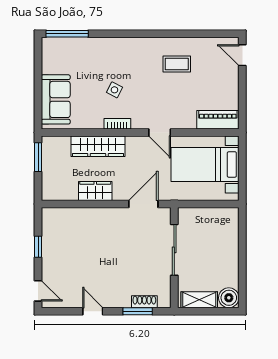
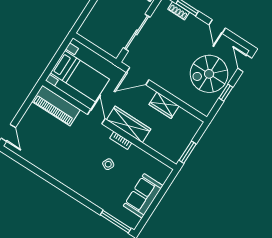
coffee table: (177, 64) -> (56, 155), removed
sofa: (56, 99) -> (143, 196), moved
piano: (218, 120) -> (56, 106), width x1.37, depth x1.33
wardrobe: (98, 146) -> (129, 124), moved
spiral stairs: (69, 255) -> (209, 74), added

